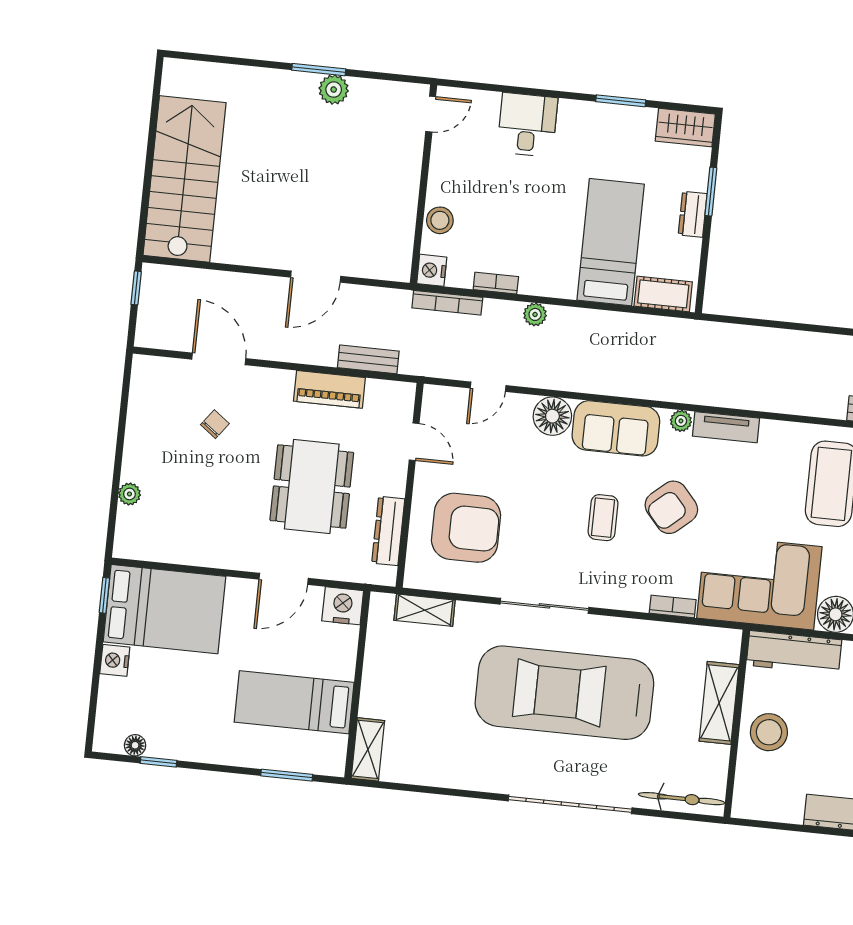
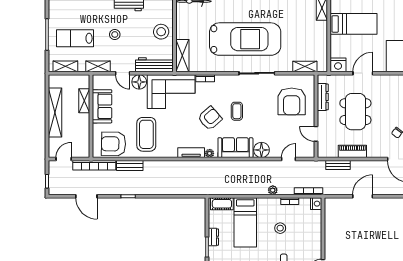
stool: (440, 220) -> (280, 228), moved
armchair: (466, 528) -> (292, 101), turned -90
shelving: (719, 703) -> (182, 56), moved

